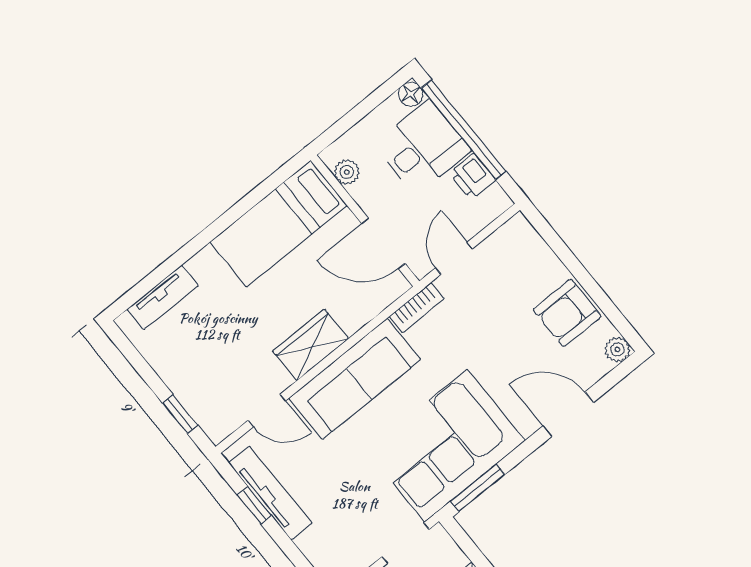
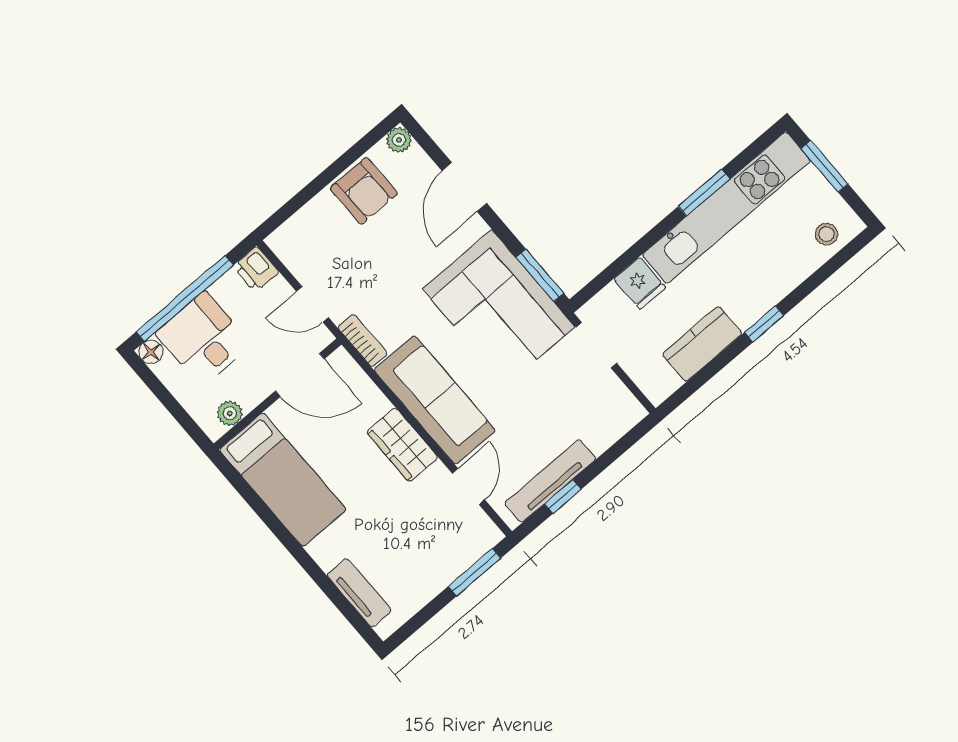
printer: (472, 177) -> (256, 269), moved, turned 90
door: (383, 244) -> (300, 375), hinge flipped
window: (180, 414) -> (474, 572), width x1.50

